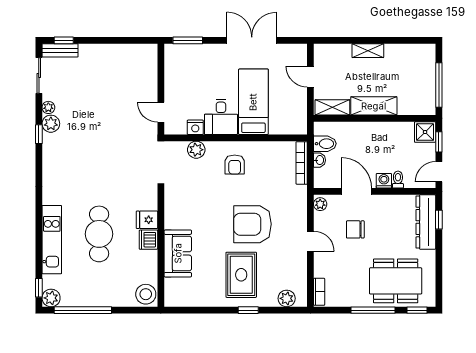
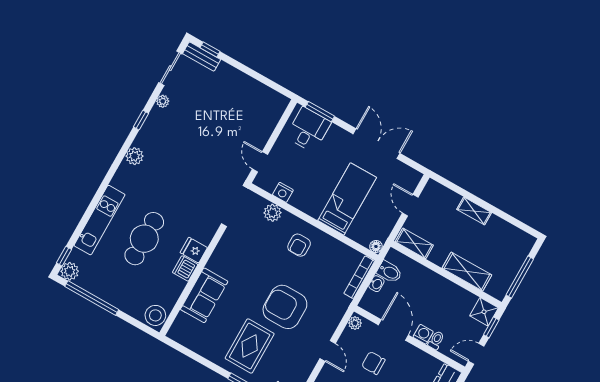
shelving: (374, 106) -> (467, 272), moved
desk: (221, 117) -> (308, 130), moved, turned 180
plant: (51, 124) -> (134, 156), moved
floor lamp: (301, 129) -> (376, 247), added

